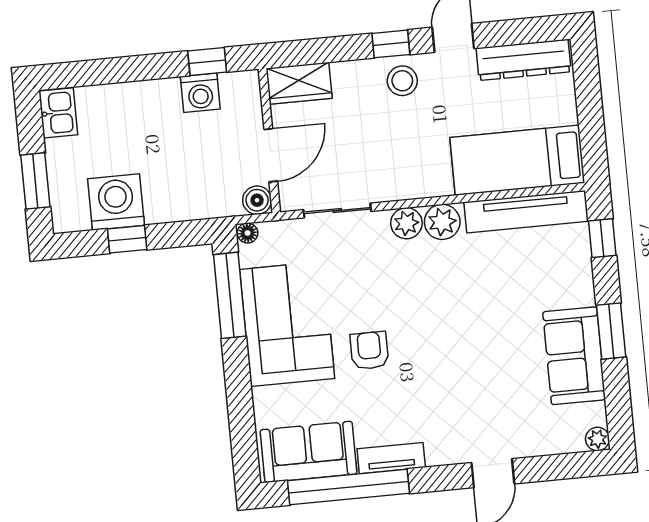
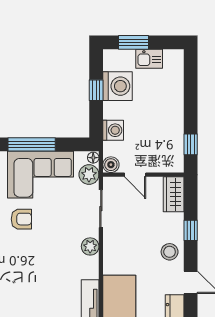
window: (391, 44) -> (191, 230), moved
washing machine: (200, 93) -> (113, 130), moved, turned 180
kitchen sink: (58, 113) -> (149, 59), moved
door: (271, 155) -> (135, 175), width x0.73
plant: (442, 222) -> (89, 175), moved
window: (230, 295) -> (32, 144), moved

